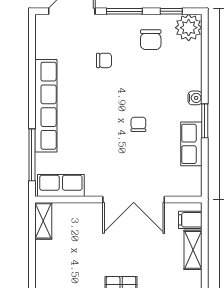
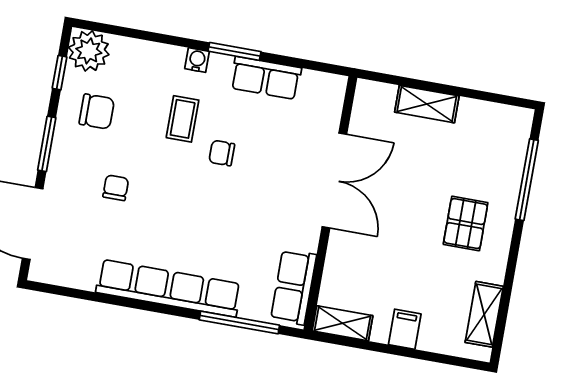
coffee table: (156, 95) -> (183, 119), added
filing cabinet: (190, 220) -> (405, 329), moved, turned 180

